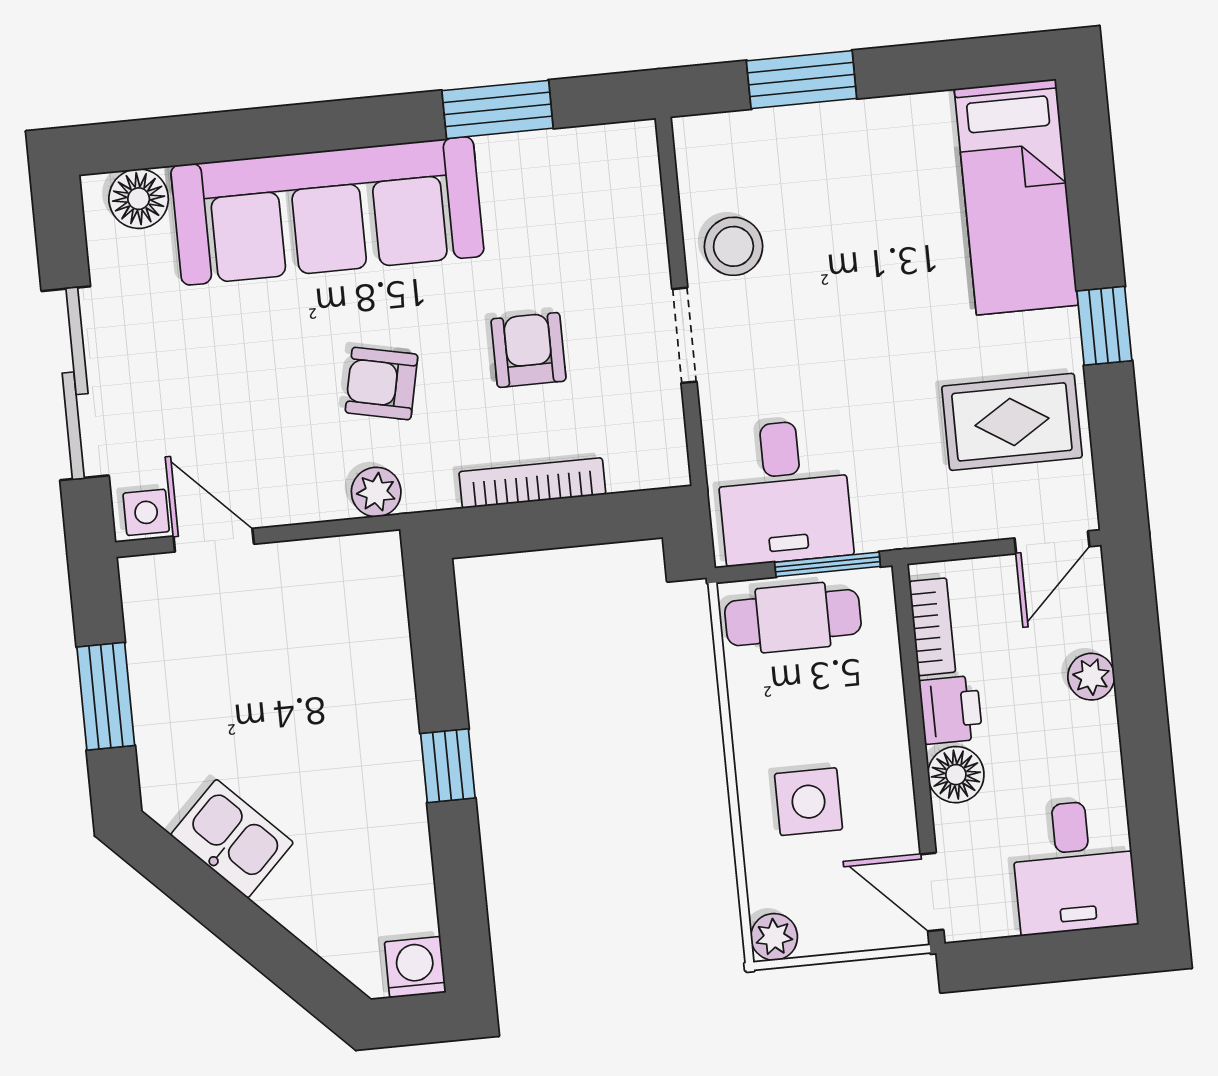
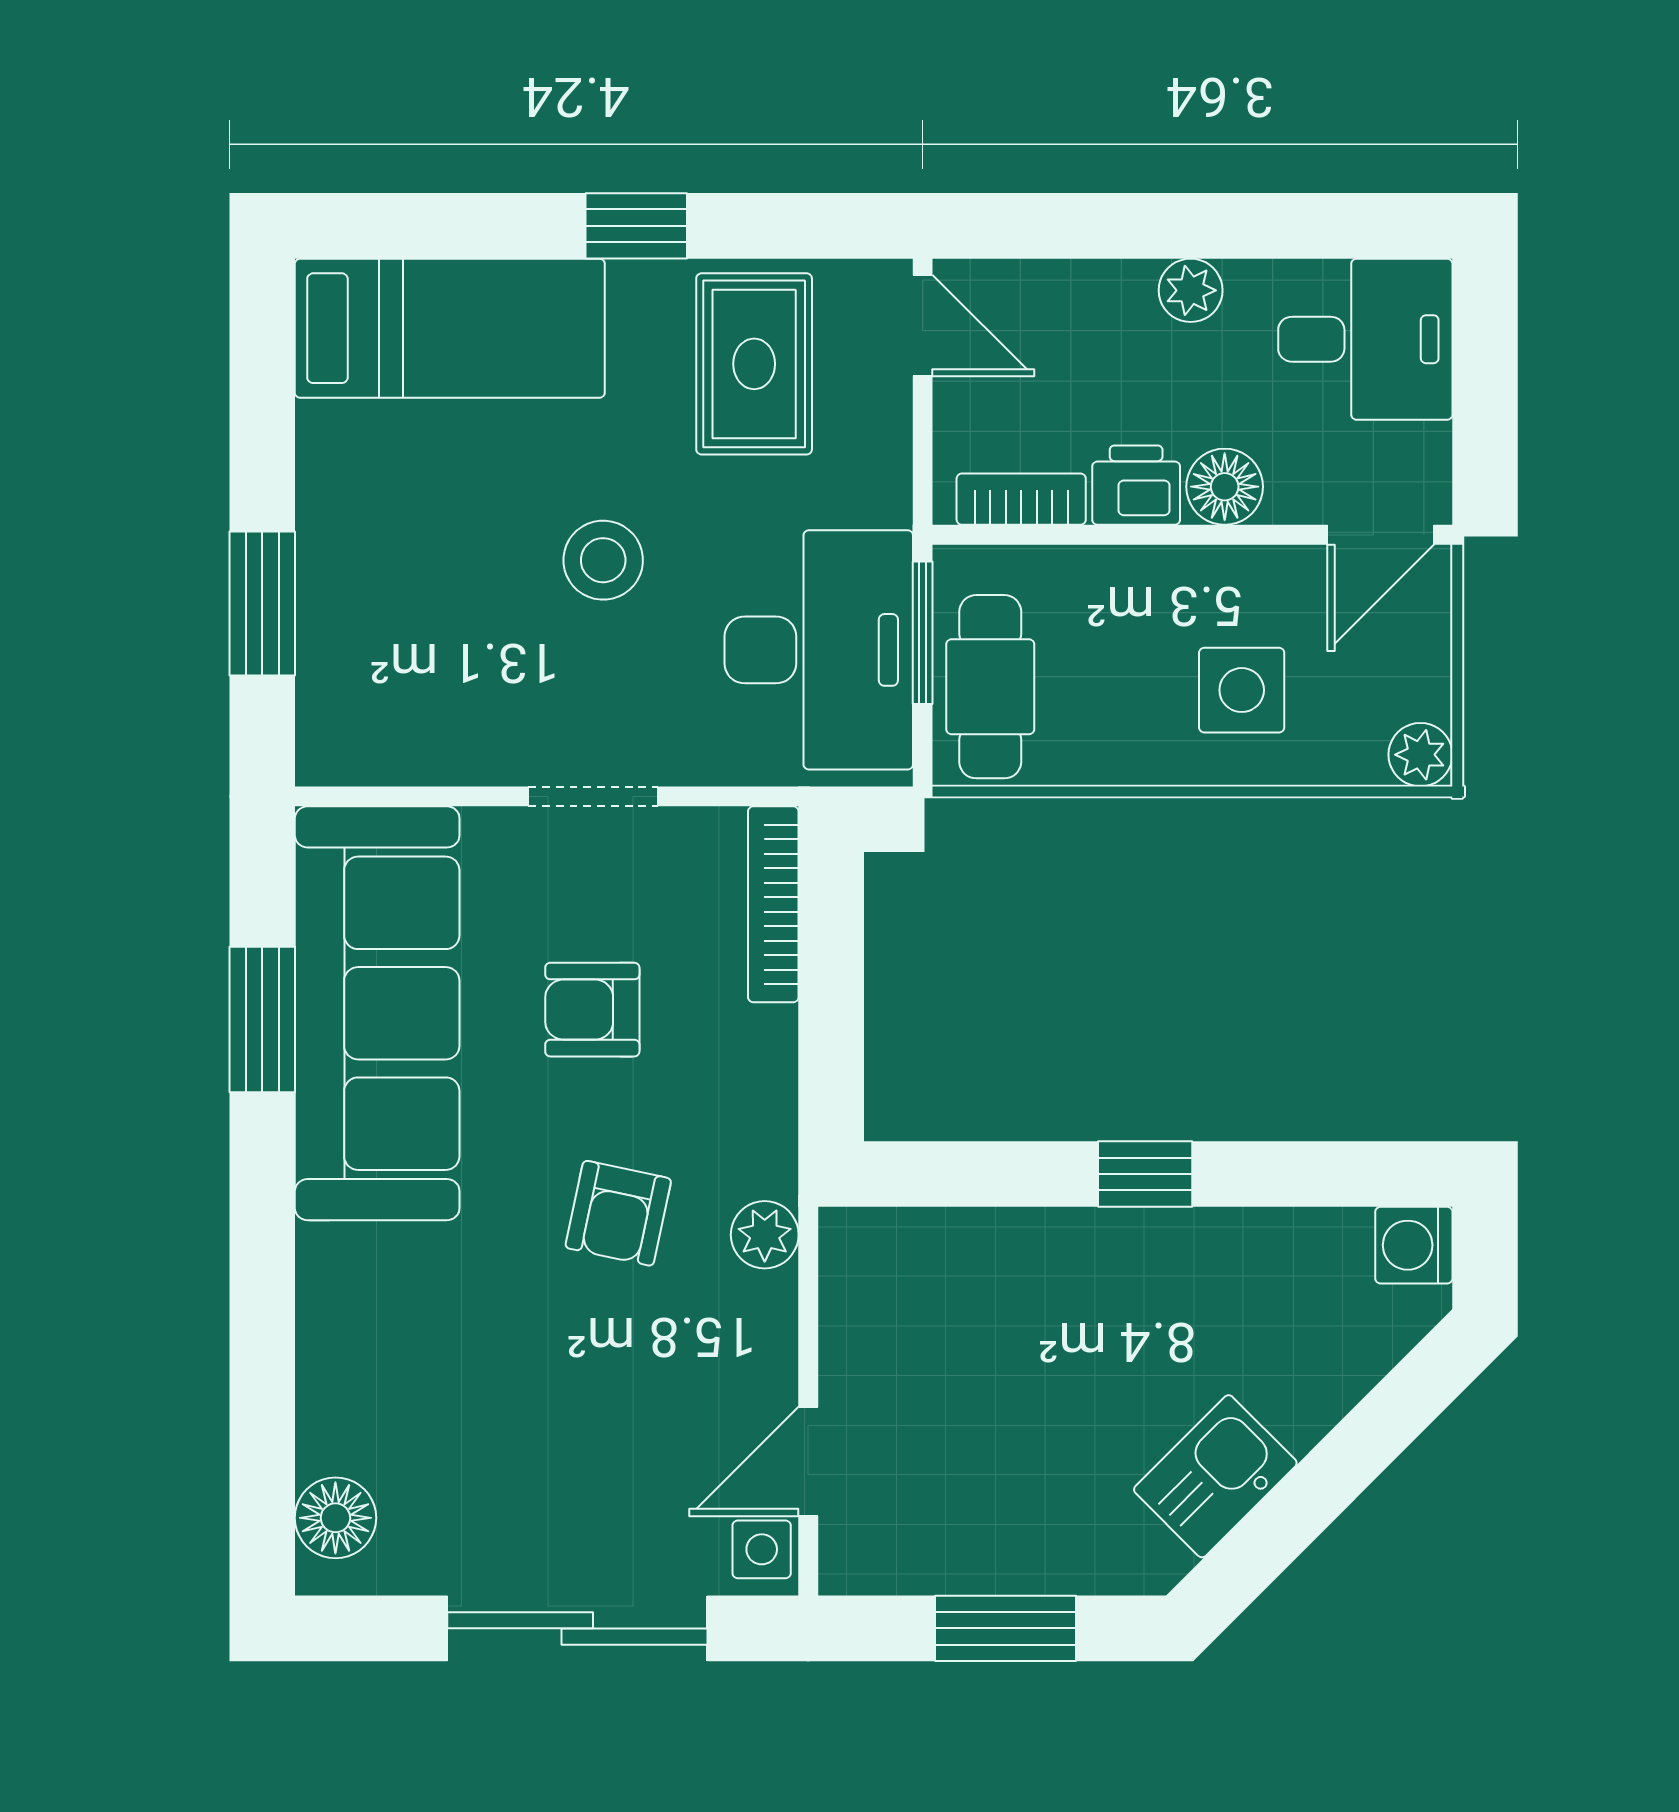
sofa: (327, 211) -> (377, 1013), moved
stool: (733, 246) -> (603, 560), moved
bookcase: (532, 483) -> (773, 904), moved
desk: (784, 492) -> (819, 650), width x1.37
plant: (1091, 677) -> (1191, 290), moved

